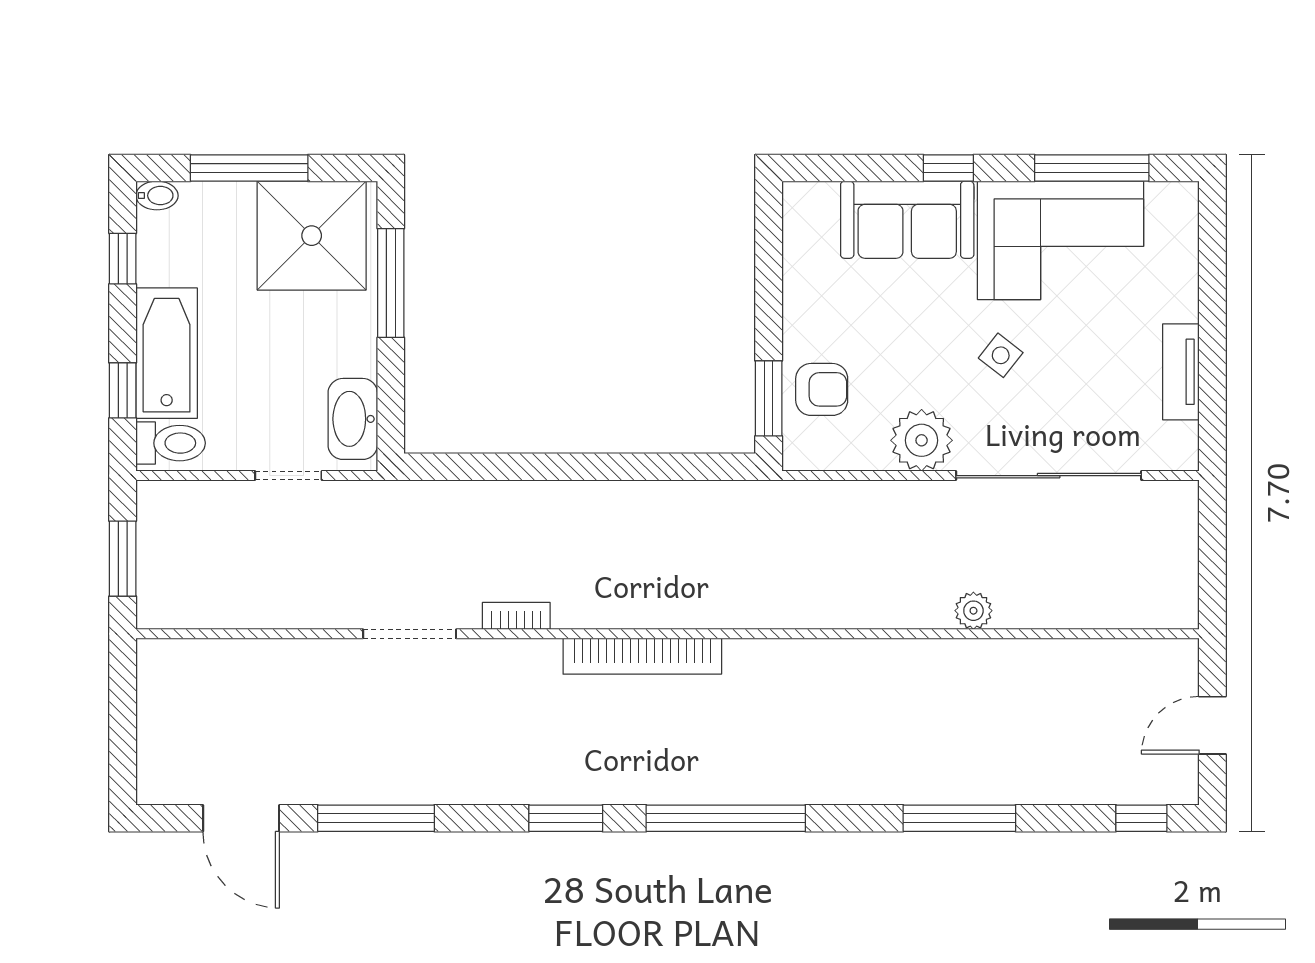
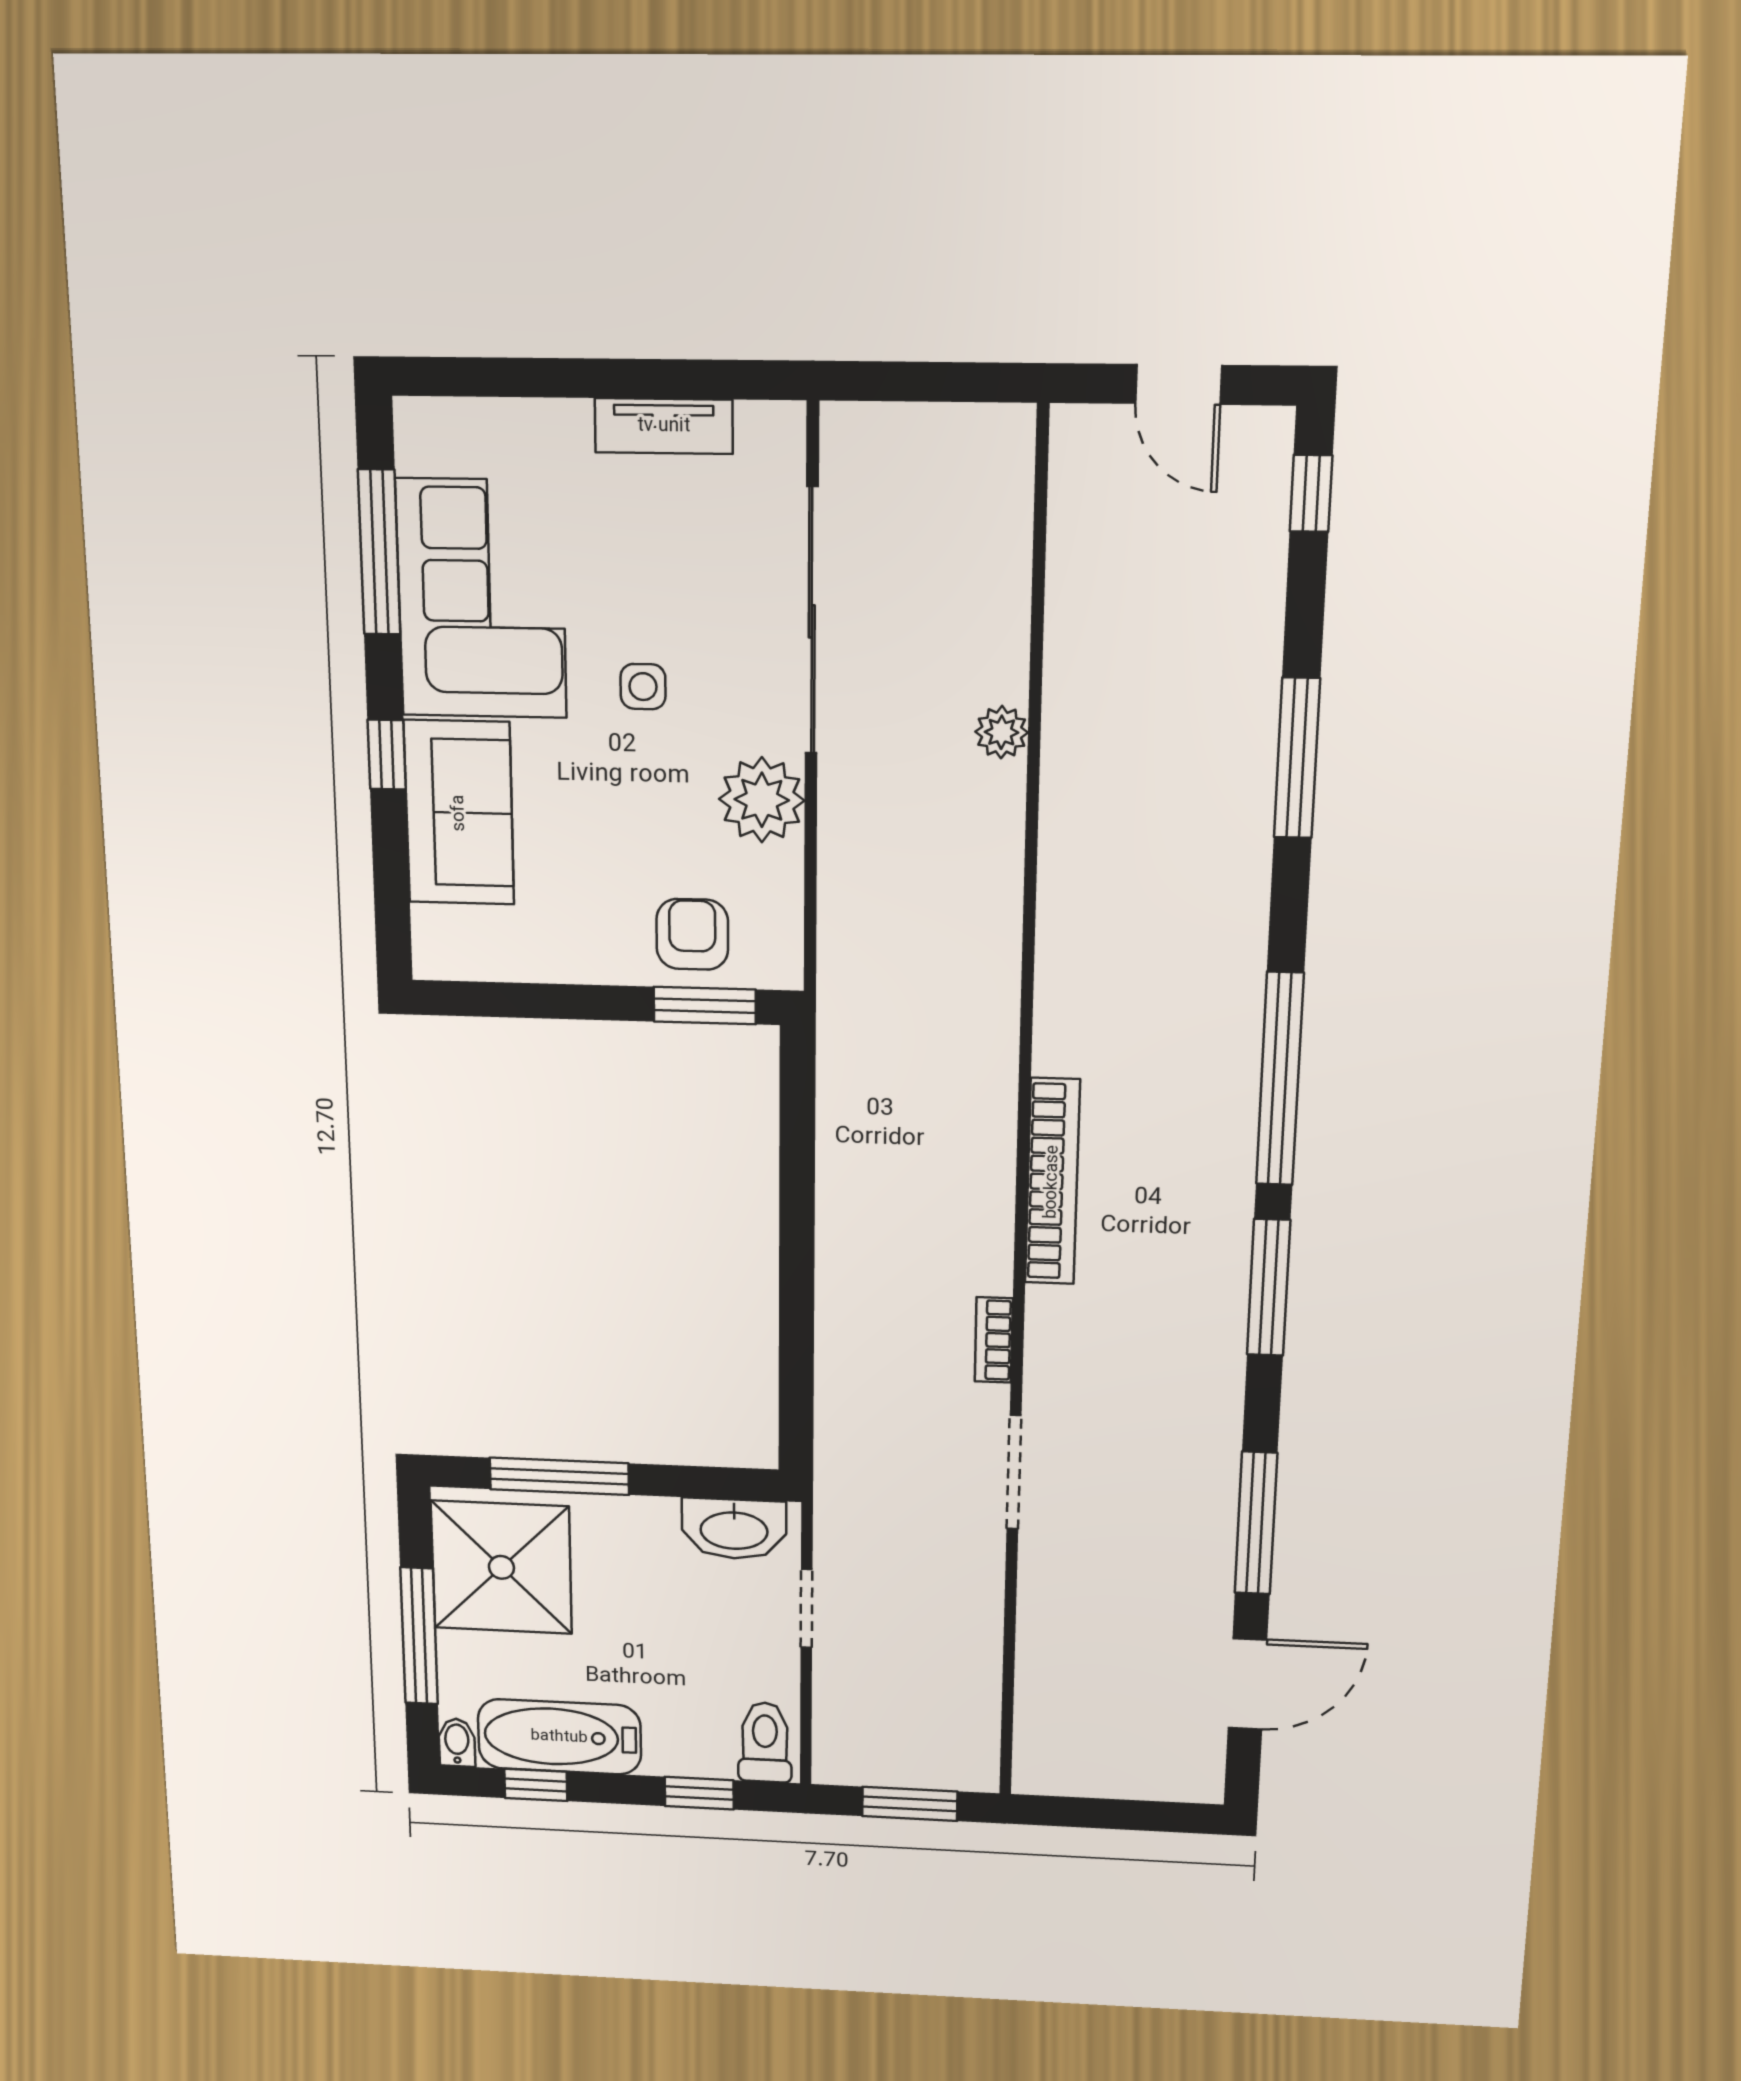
bathtub: (167, 353) -> (559, 1737), moved
side table: (1001, 355) -> (643, 687), turned -38
window: (566, 818) -> (1269, 1288), width x1.44

